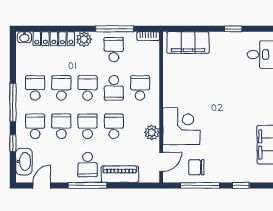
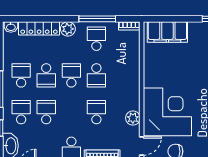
school desk: (61, 88) -> (46, 75), turned 180
school desk: (140, 88) -> (121, 75), removed
school desk: (88, 126) -> (71, 112), removed
corner desk: (181, 126) -> (167, 112), width x1.36, depth x1.36

